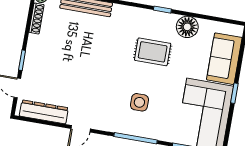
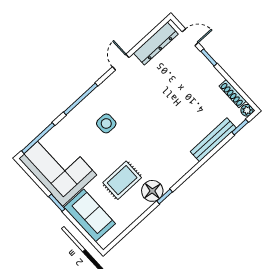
floor lamp: (187, 27) -> (152, 191), moved
rug: (153, 52) -> (122, 180), moved

